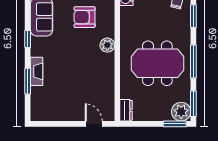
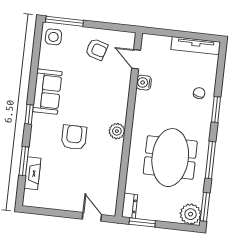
armchair: (84, 17) -> (74, 137), moved, turned 90
meeting table: (157, 63) -> (170, 158), turned 90
fireplace: (36, 71) -> (32, 173), moved
window: (175, 124) -> (142, 222), moved

